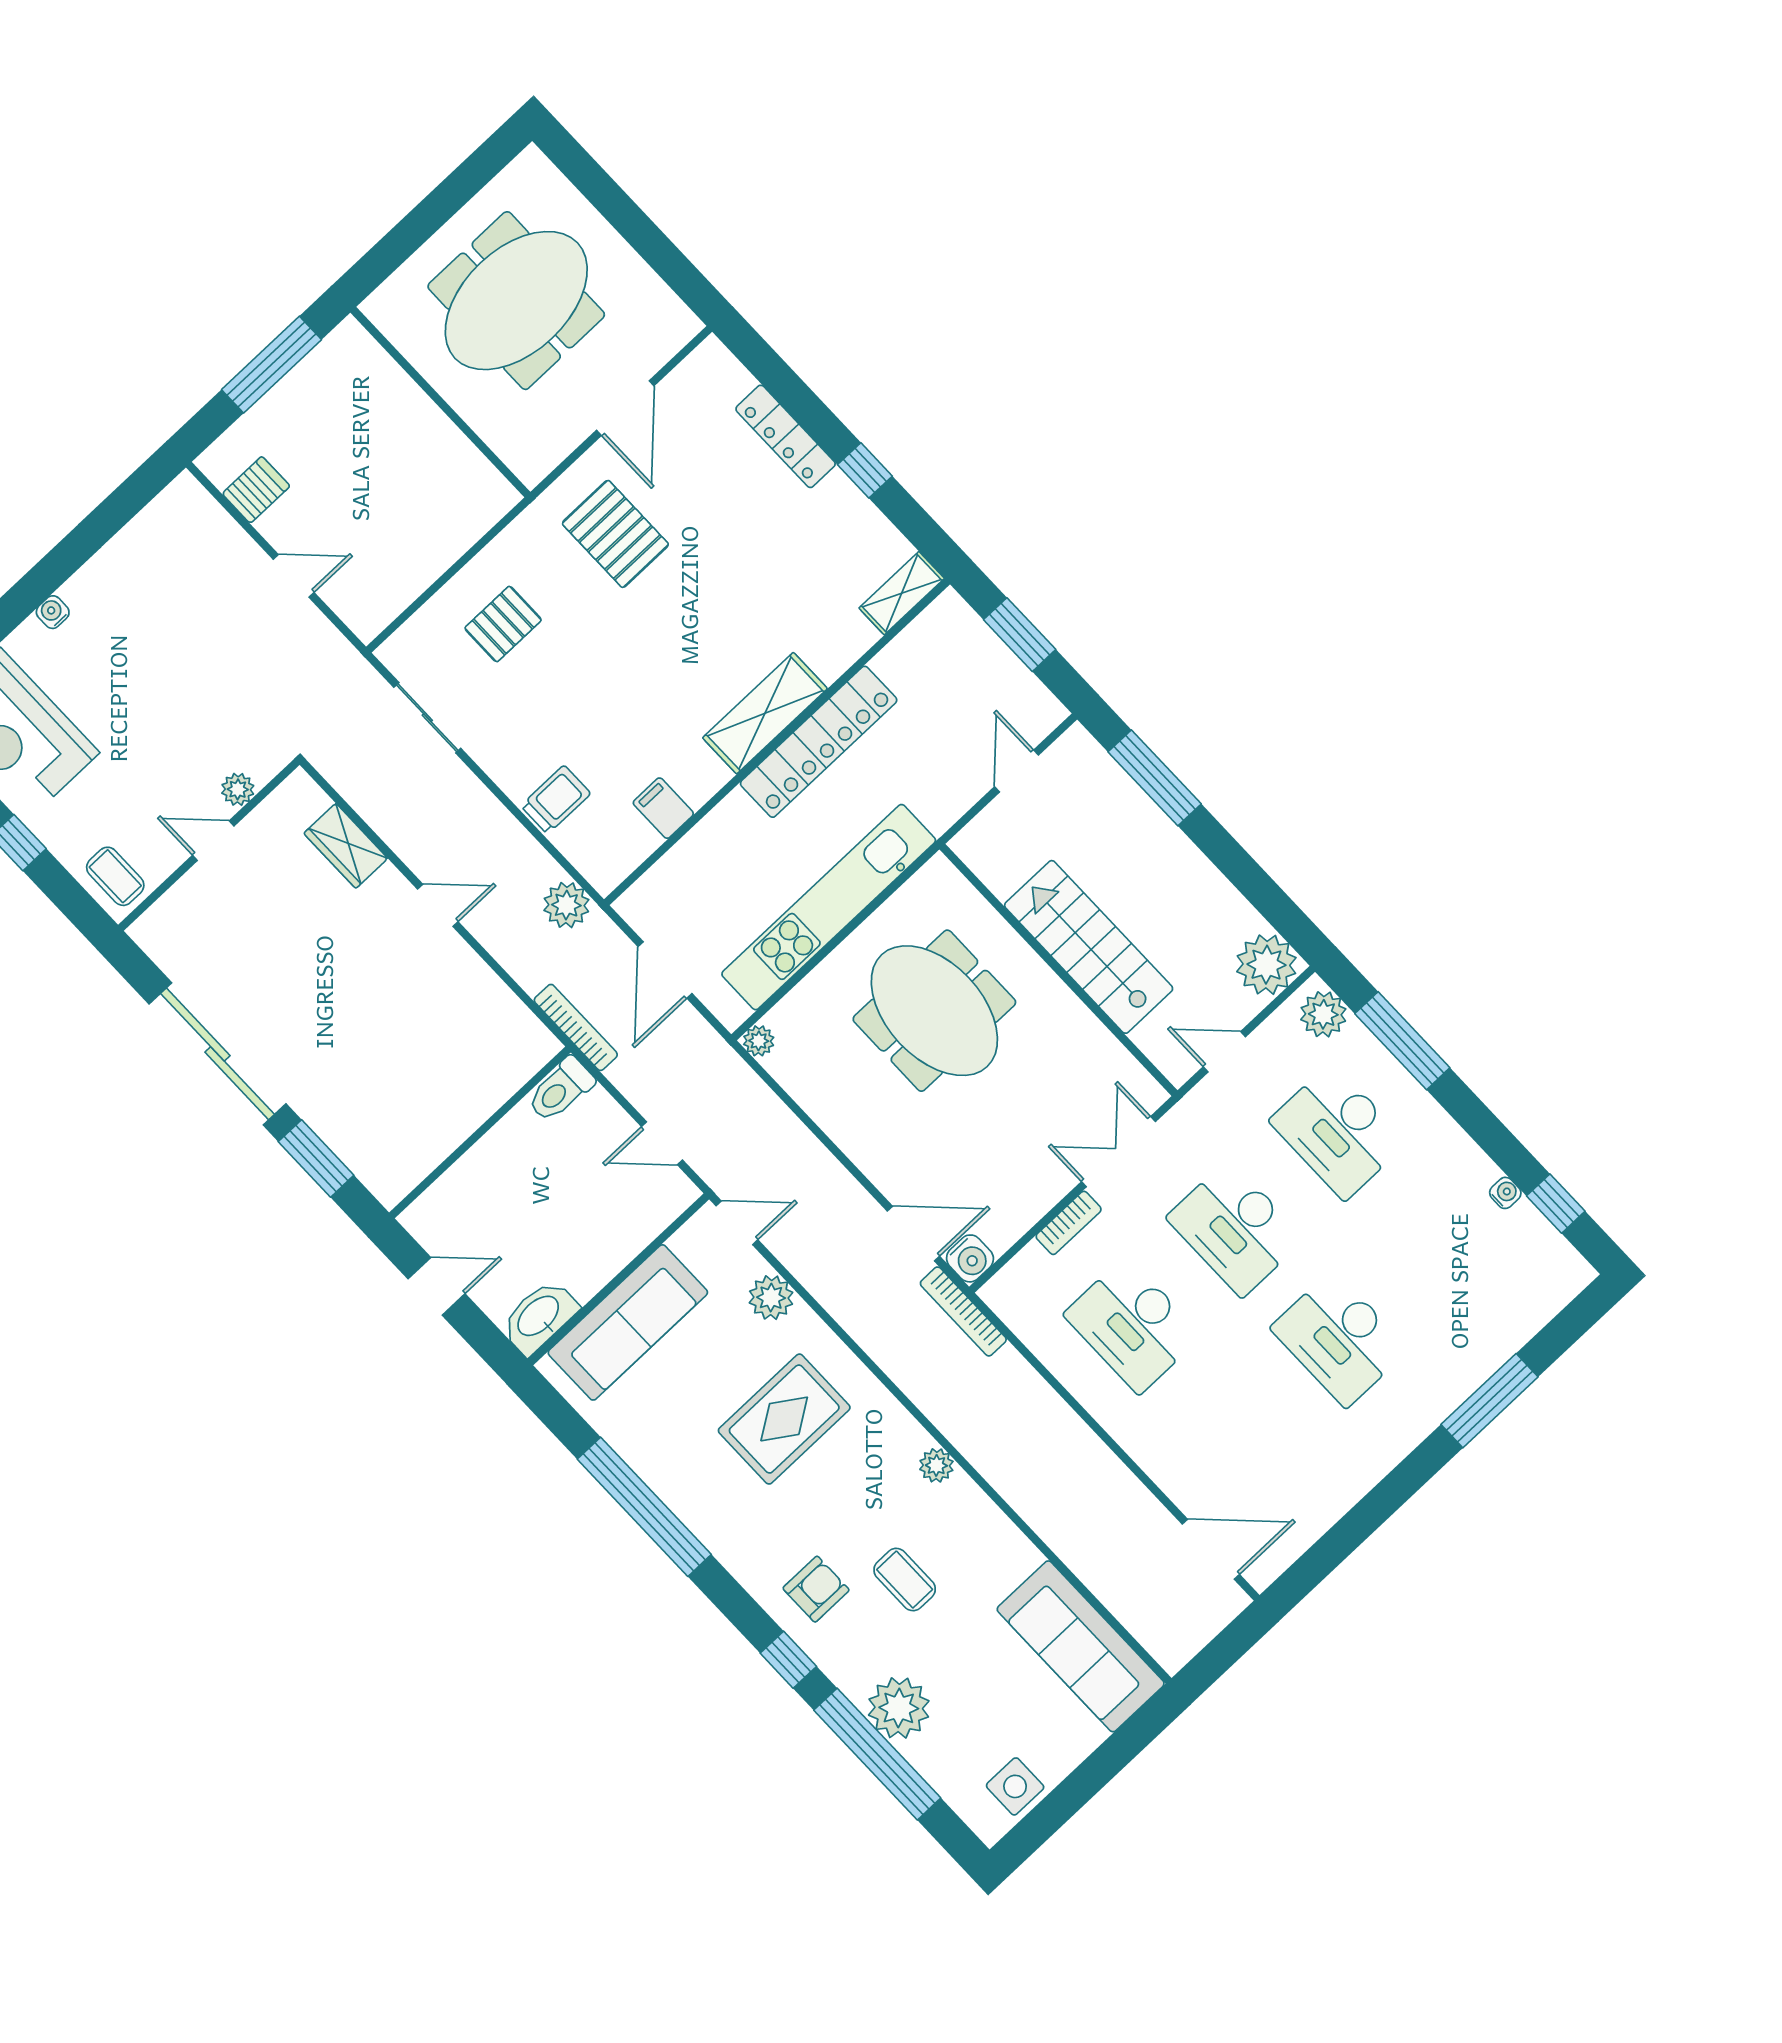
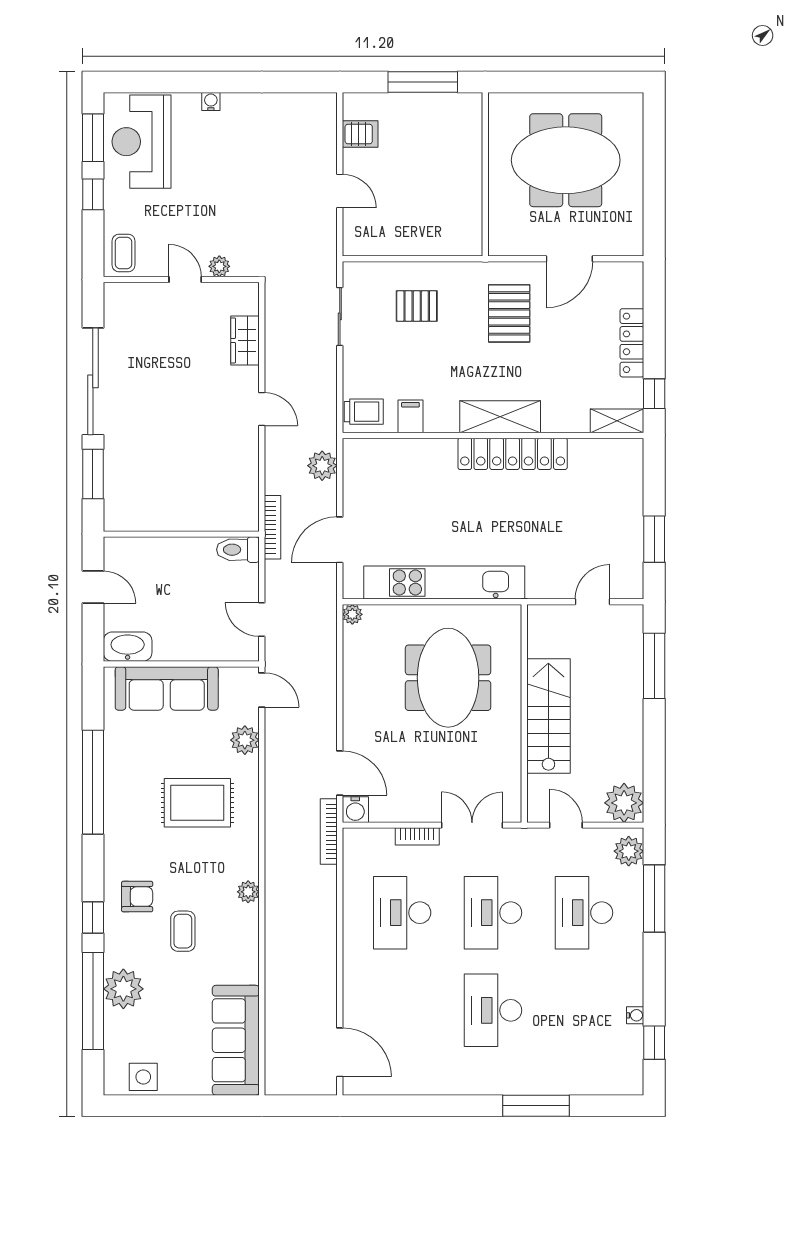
shelving: (902, 593) -> (617, 421), moved
shelving: (765, 713) -> (500, 417), moved
wall: (777, 742) -> (493, 435), moved
locker: (819, 742) -> (513, 454), moved
filing cabinet: (663, 808) -> (410, 416), moved

